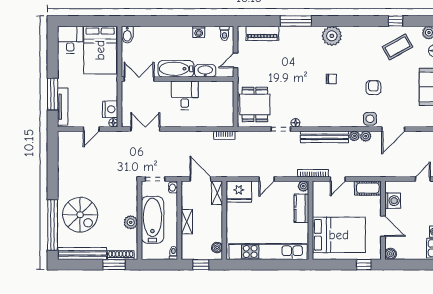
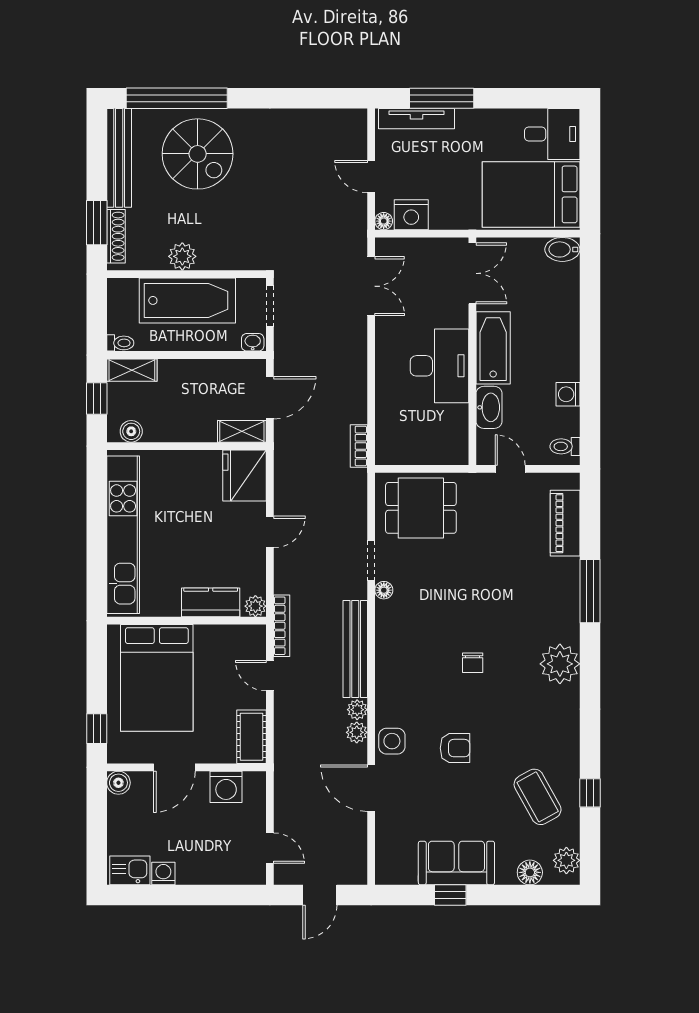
desk: (185, 95) -> (439, 366), width x1.37
door: (267, 179) -> (270, 532), swing flipped
spiral stairs: (80, 215) -> (198, 154), turned -90
shelving: (187, 222) -> (132, 370), moved

